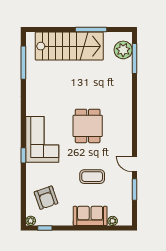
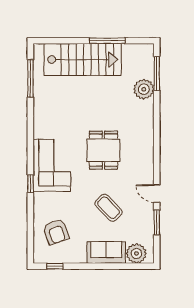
plant: (123, 50) -> (144, 89), moved
coffee table: (92, 177) -> (108, 208), turned 46
plant: (31, 221) -> (39, 258), removed
plant: (113, 221) -> (136, 253), width x1.88, depth x1.88

